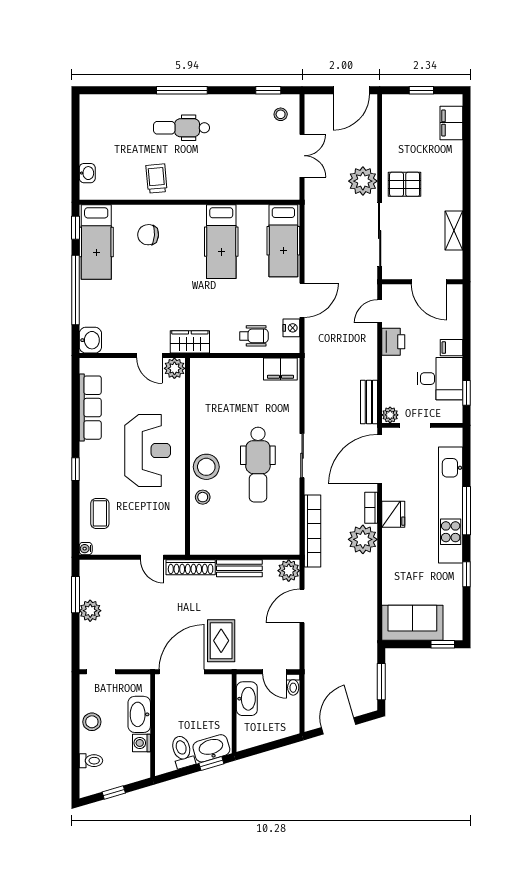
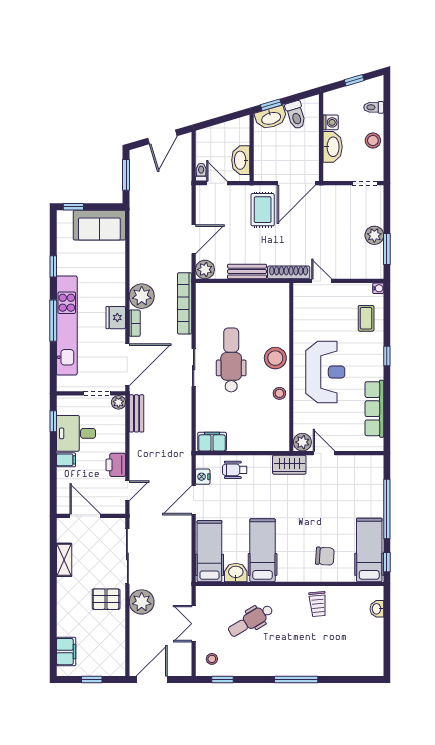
dental chair: (182, 128) -> (251, 621), moved, turned 149
washbasin: (90, 340) -> (236, 572), moved, turned 90
reception desk: (148, 451) -> (325, 372), turned 180
stool: (203, 497) -> (279, 393), moved

